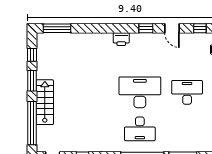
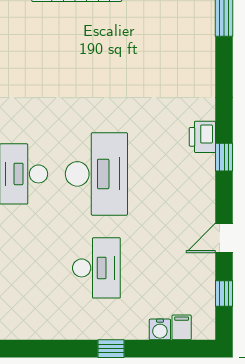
window: (146, 28) -> (224, 157), moved

